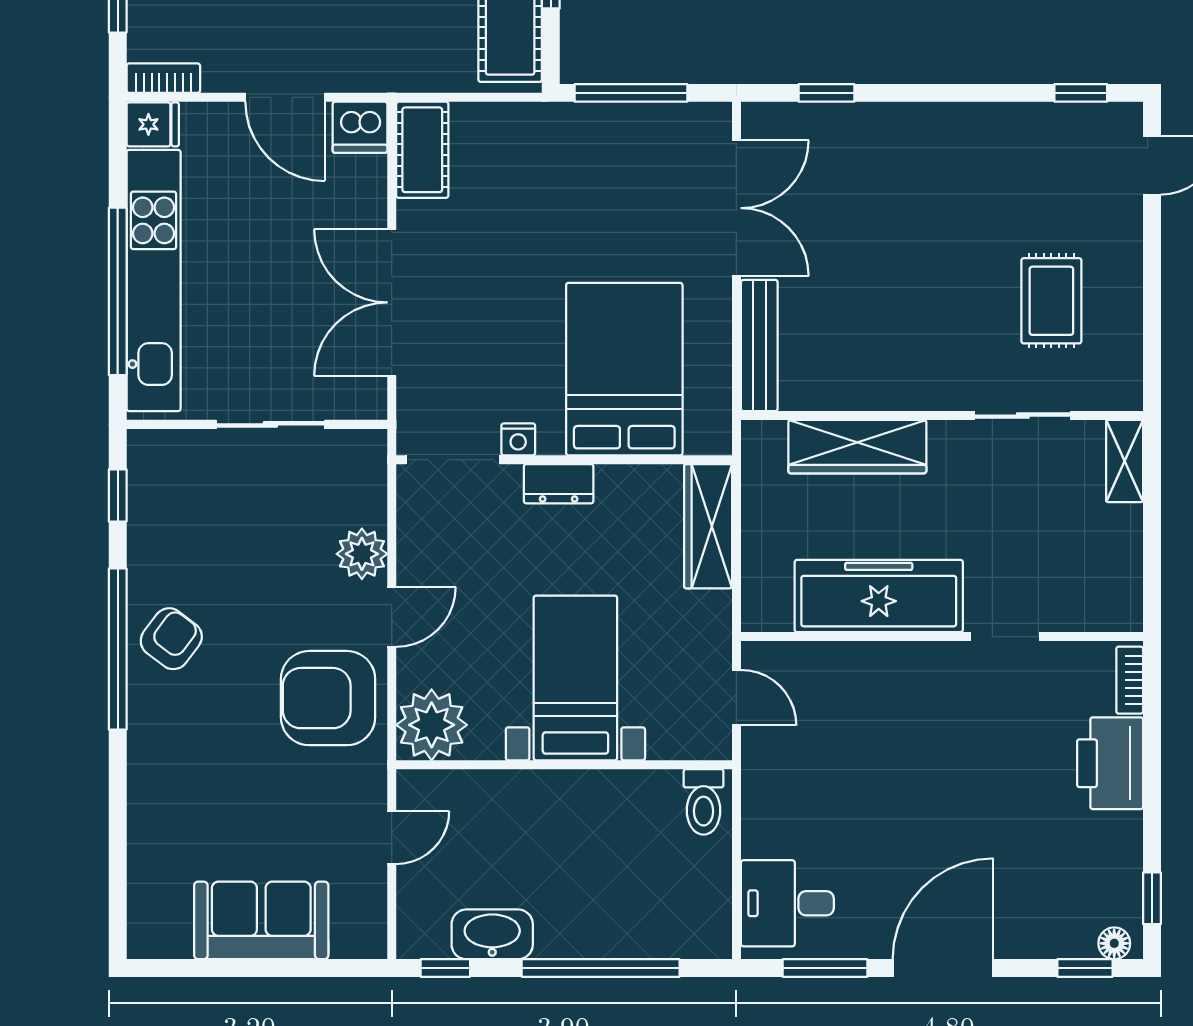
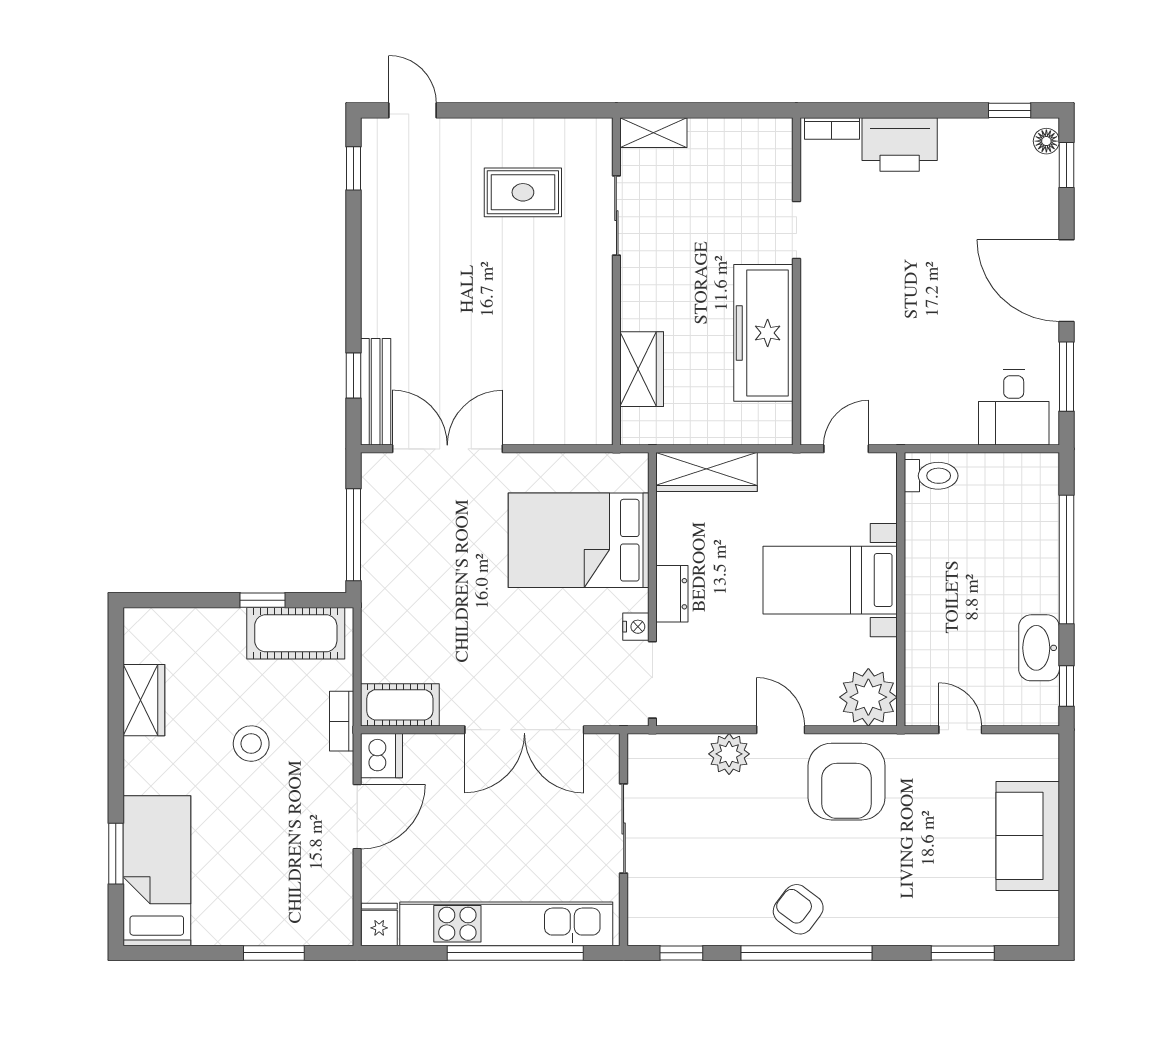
bookcase: (163, 78) -> (342, 721), moved
bench: (759, 346) -> (376, 392), moved, turned 90
wardrobe: (857, 447) -> (642, 369), width x0.67
window: (118, 841) -> (963, 953), added

